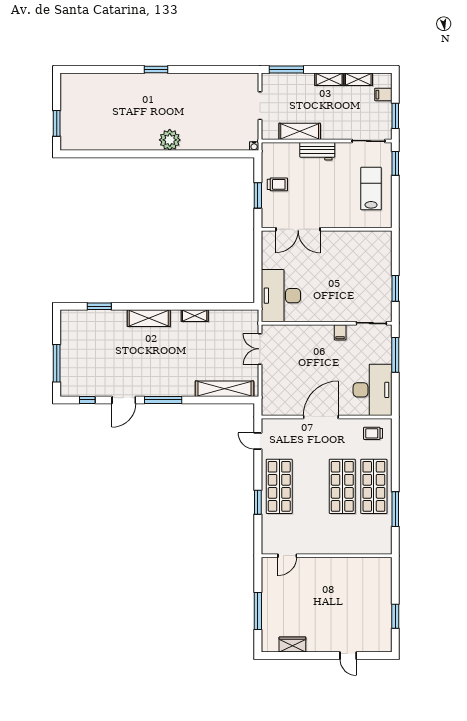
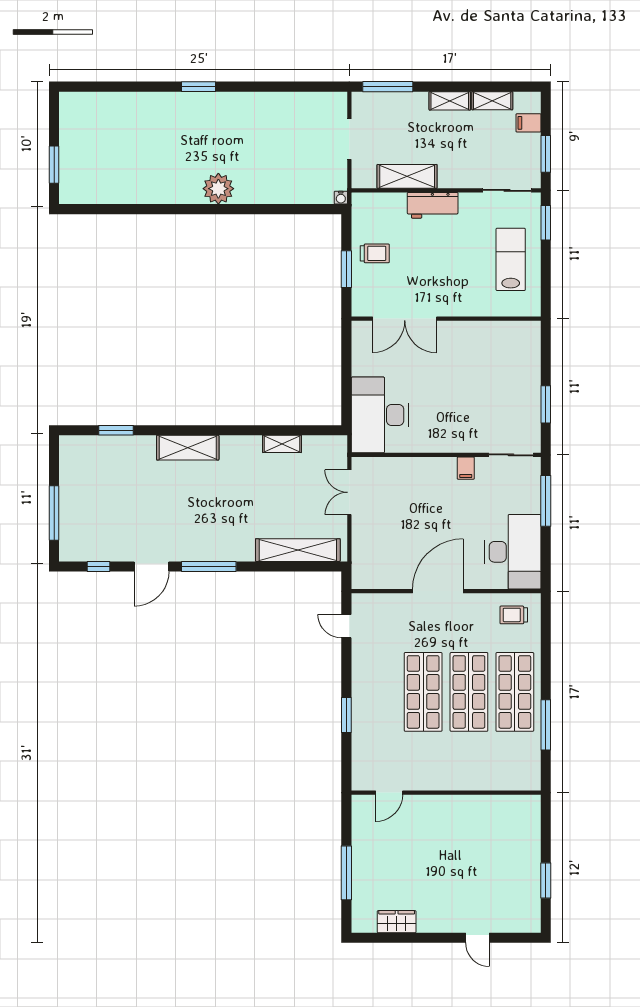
shelving: (195, 316) -> (282, 444), moved
shop shelf: (279, 486) -> (423, 692), moved

